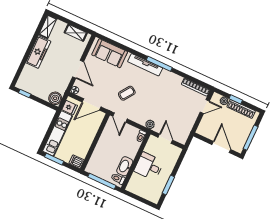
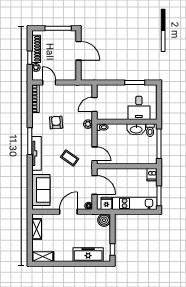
freezer: (38, 52) -> (88, 255), moved
armchair: (165, 96) -> (56, 122), added
door: (120, 118) -> (94, 154), hinge flipped
door: (221, 147) -> (79, 51), swing flipped
desk: (149, 166) -> (139, 108), moved

